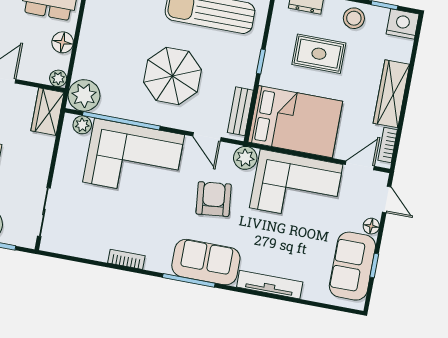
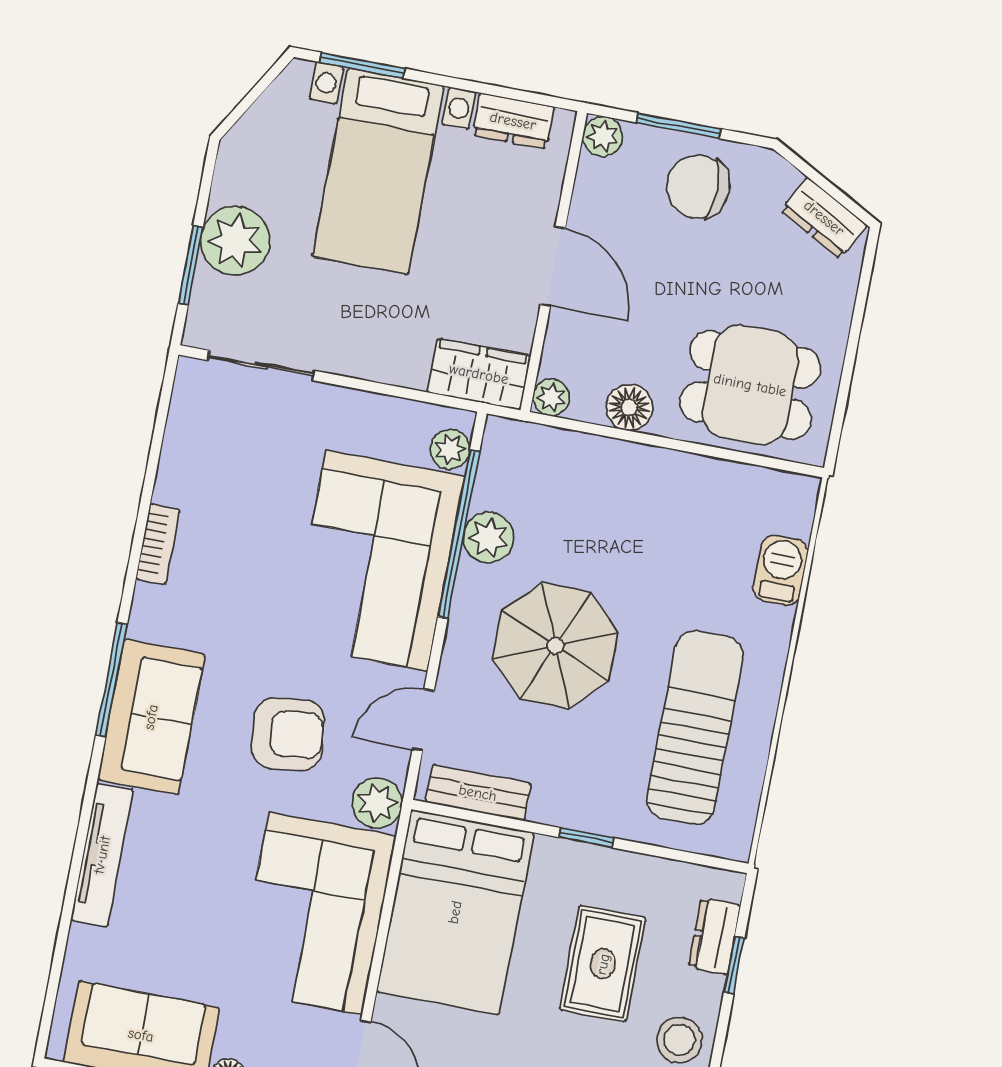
plant: (84, 95) -> (489, 538), moved, width x0.73, depth x0.73

